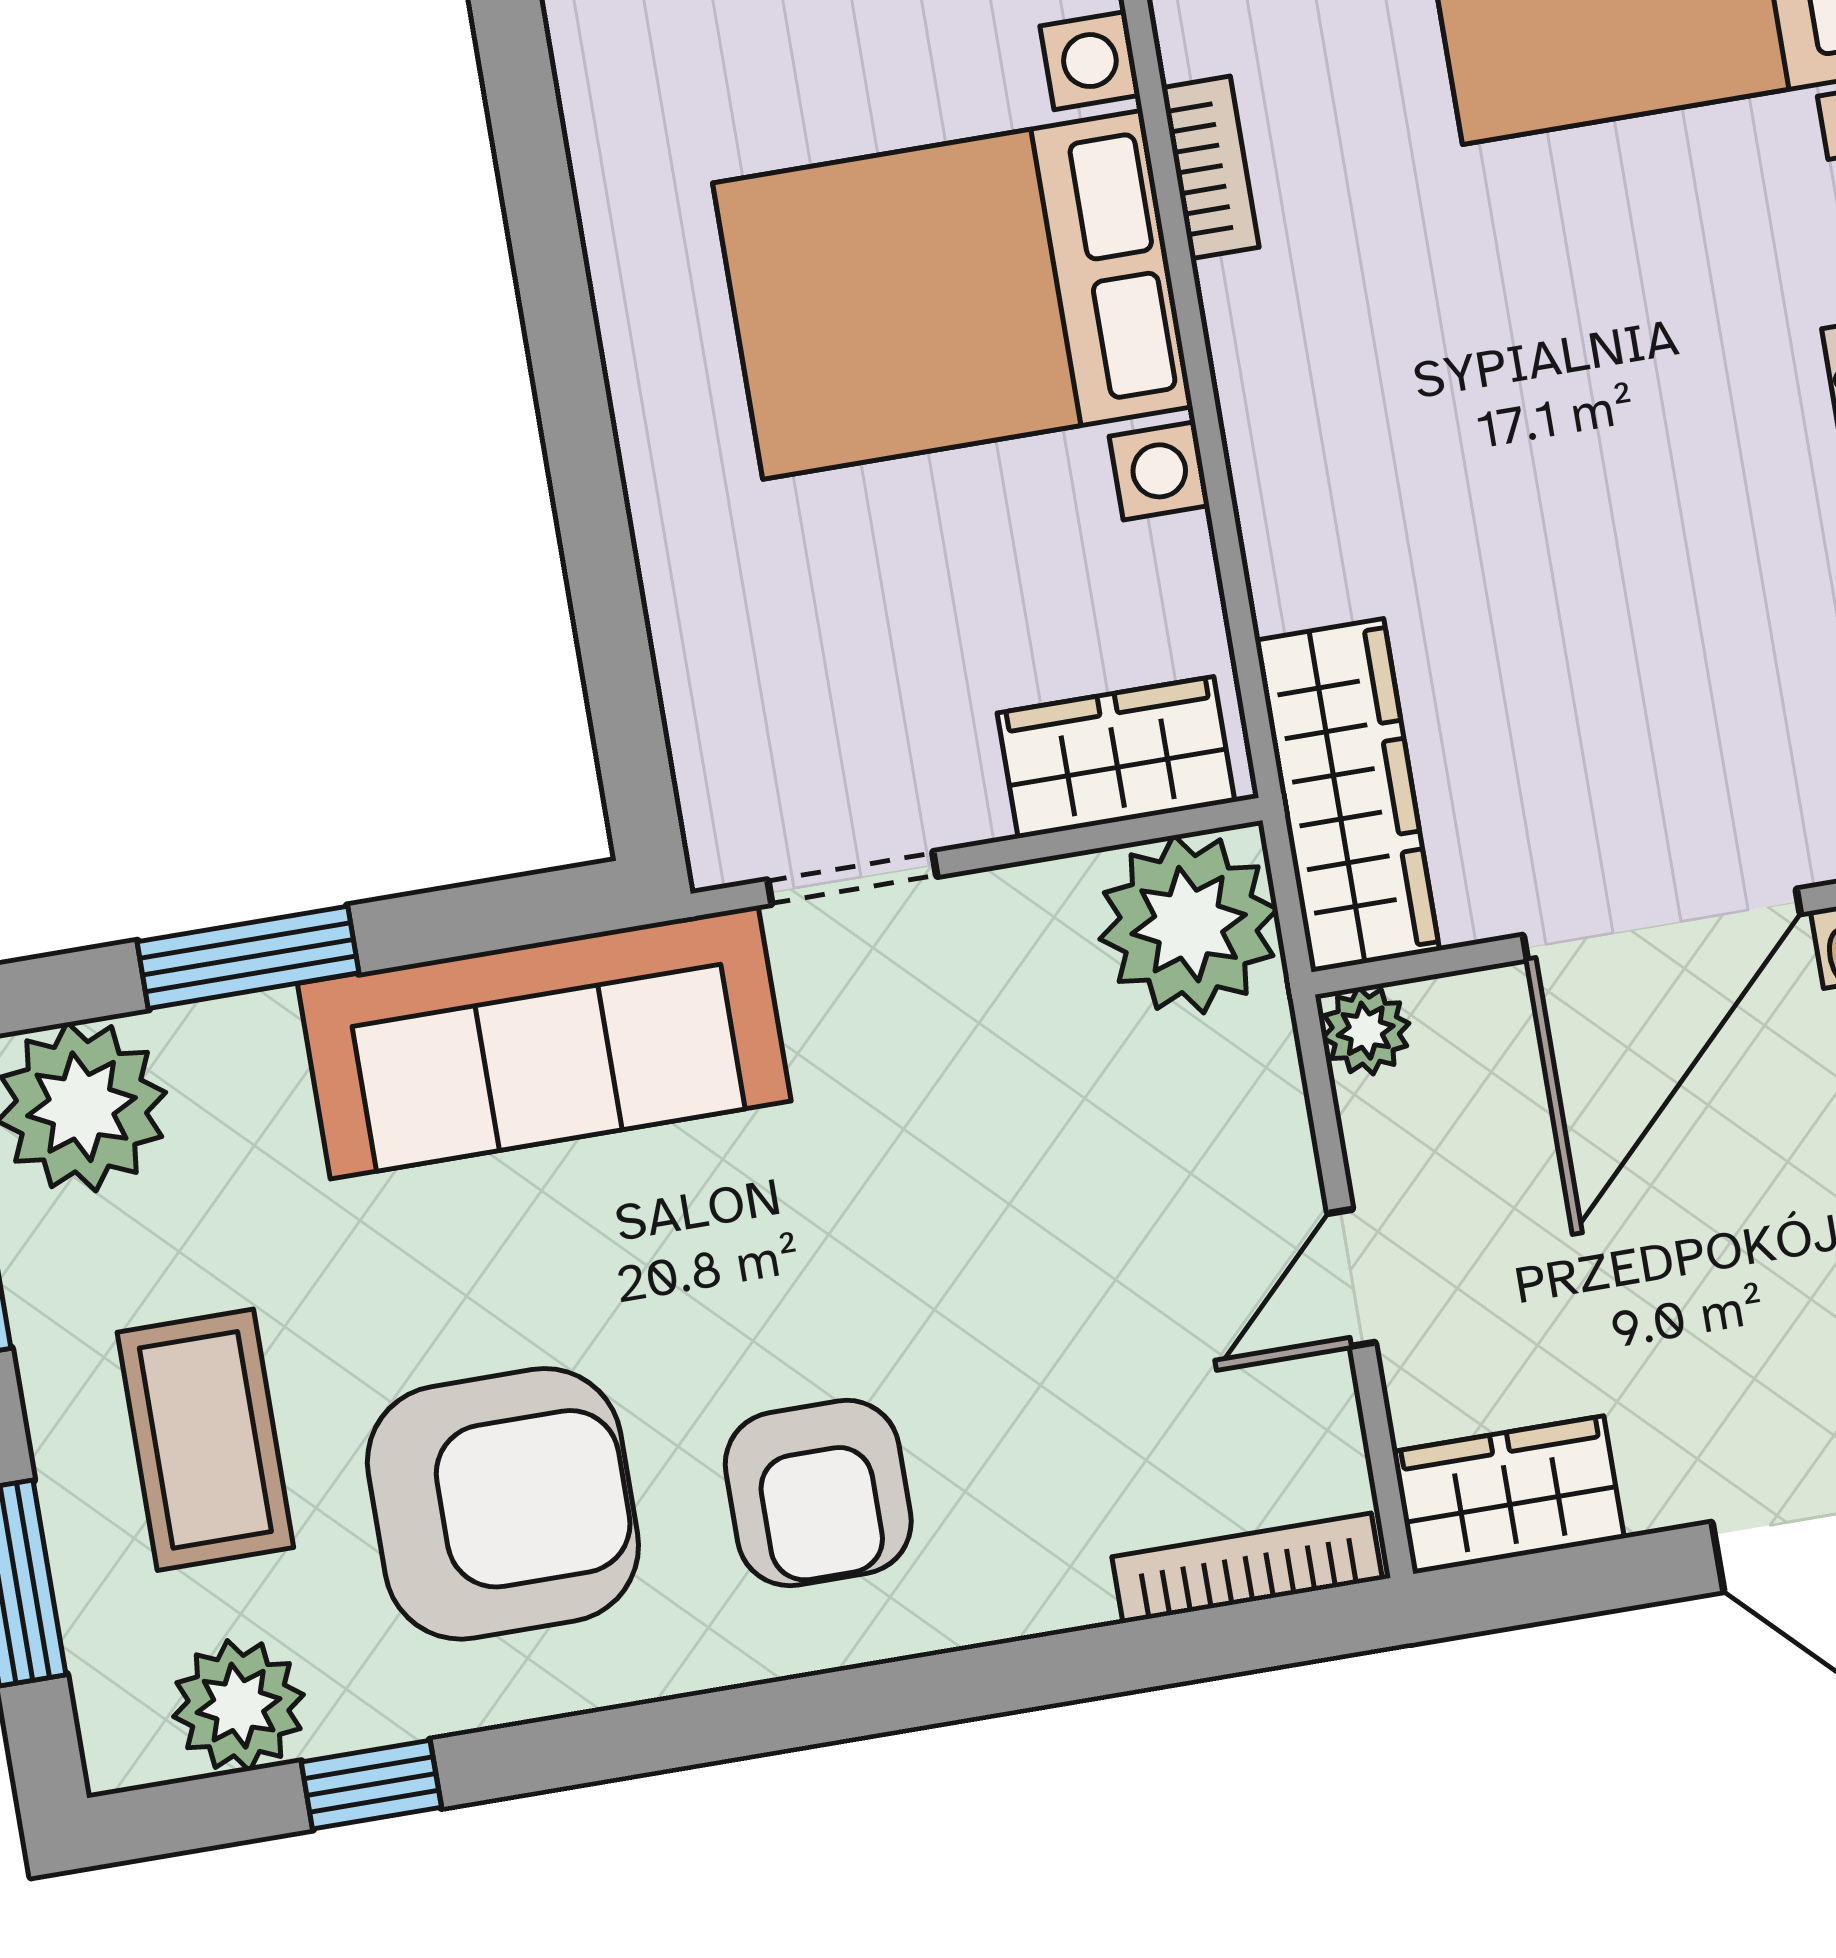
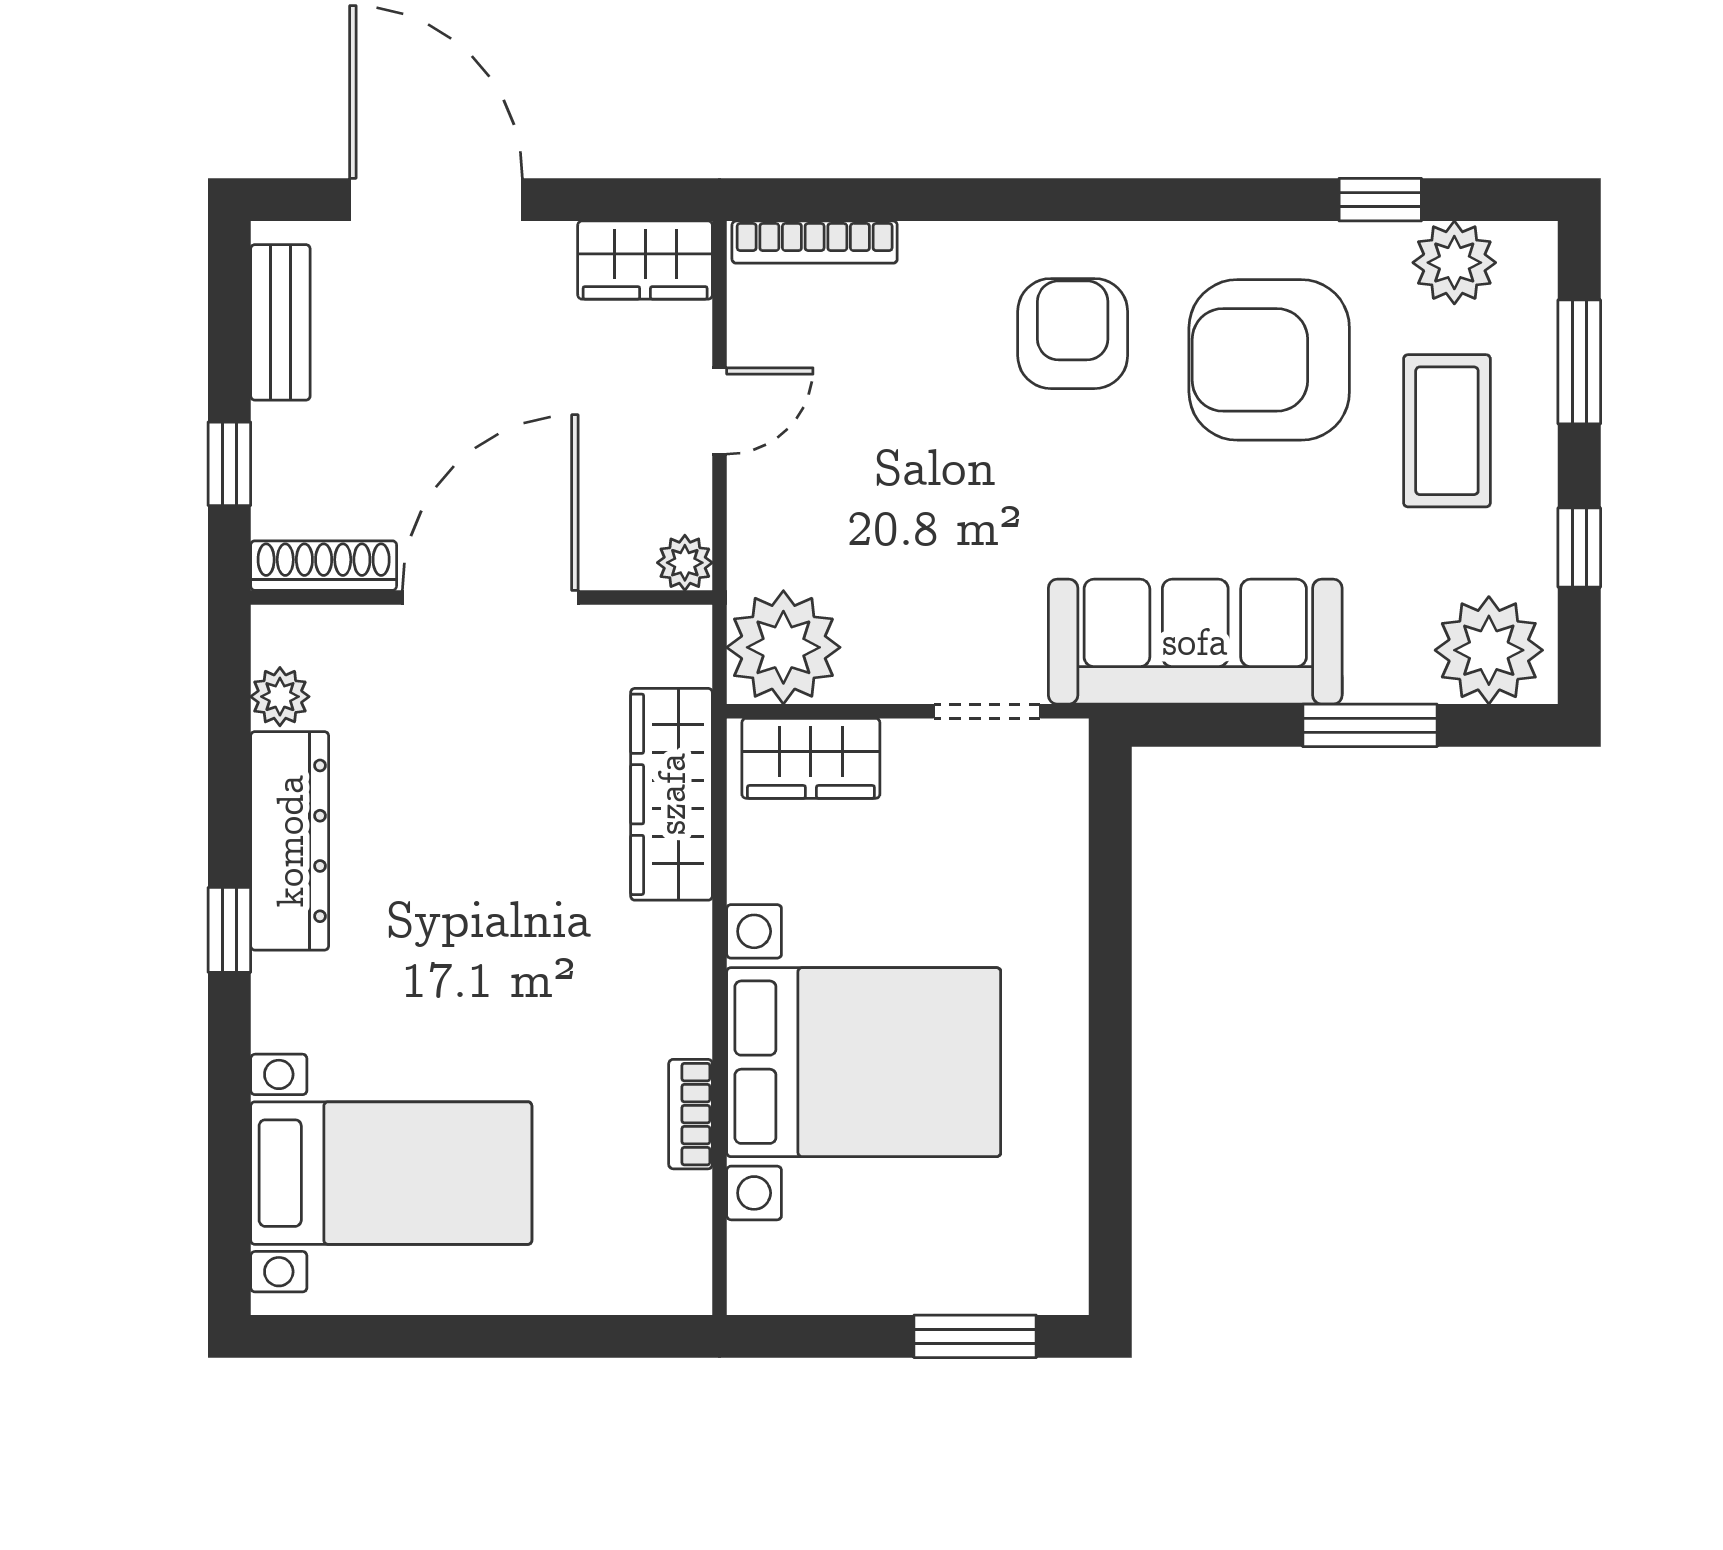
wardrobe: (1347, 795) -> (672, 794), moved

